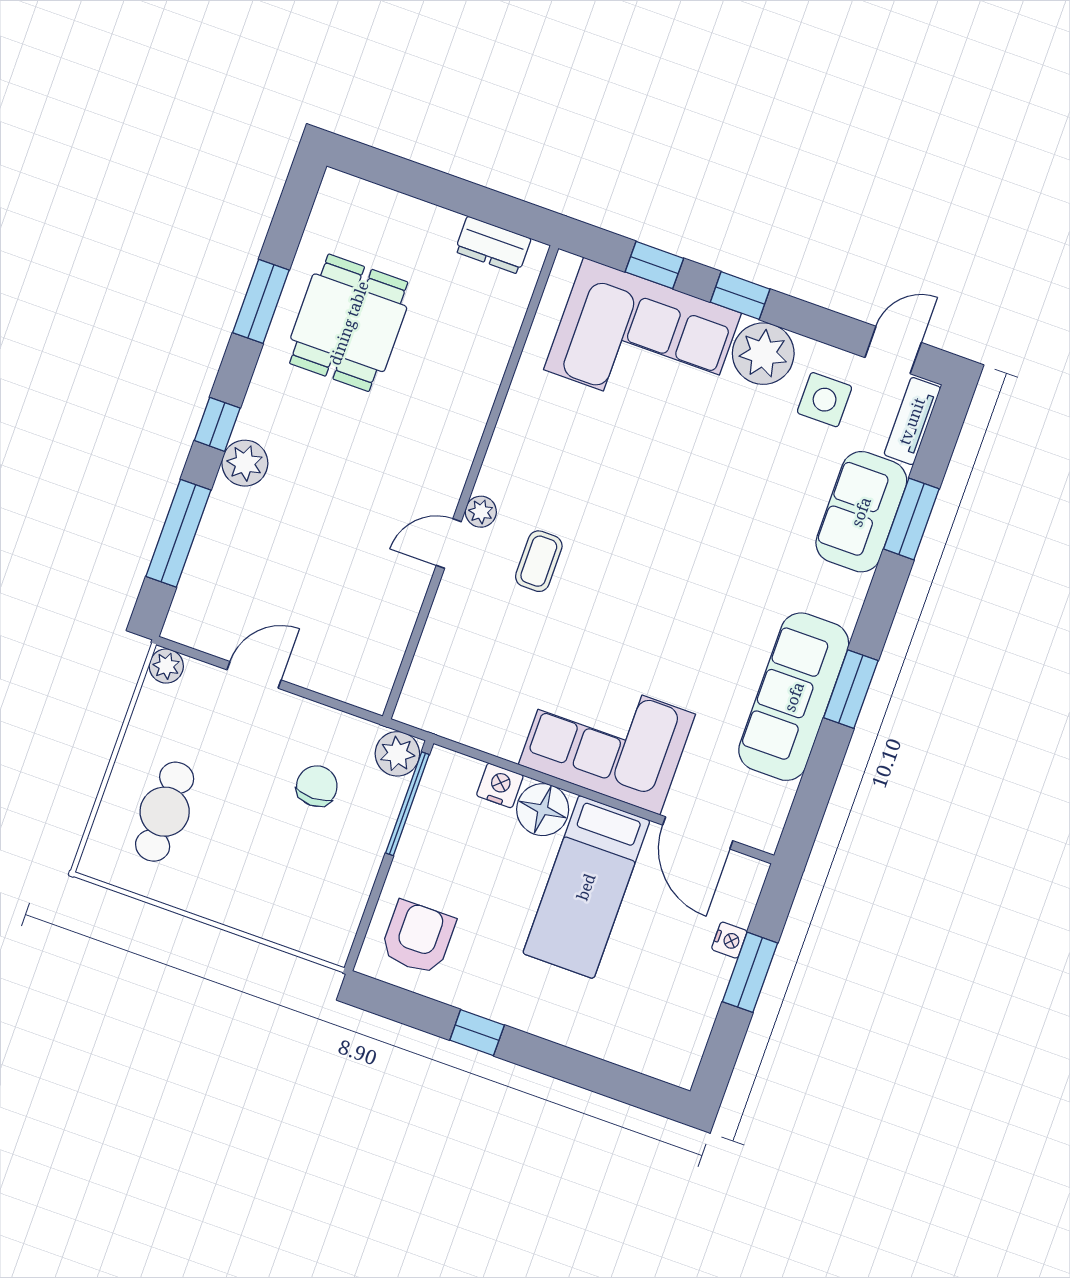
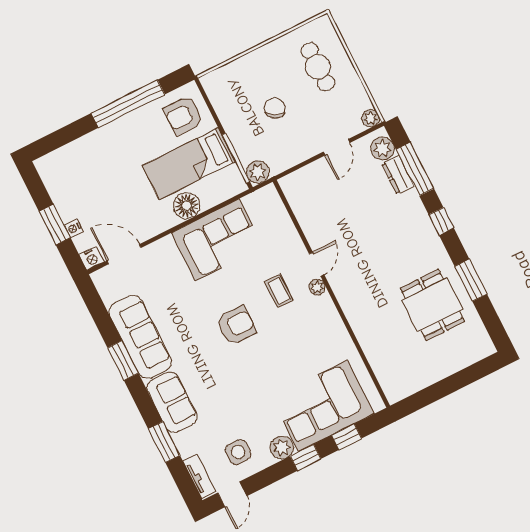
dresser: (493, 245) -> (398, 175), moved, turned -90
plant: (763, 354) -> (282, 447), width x0.73, depth x0.73
plant: (245, 463) -> (382, 148), moved
sofa: (861, 512) -> (172, 402), moved
armchair: (646, 575) -> (236, 325), added
corner sofa: (607, 739) -> (217, 240), moved
nightstand: (500, 785) -> (92, 258), moved
chair: (317, 786) -> (275, 108), moved, turned -153
bed: (586, 887) -> (189, 164), moved, turned -90
armchair: (418, 937) -> (183, 115), turned 90
window: (477, 1033) -> (128, 104), width x3.17

